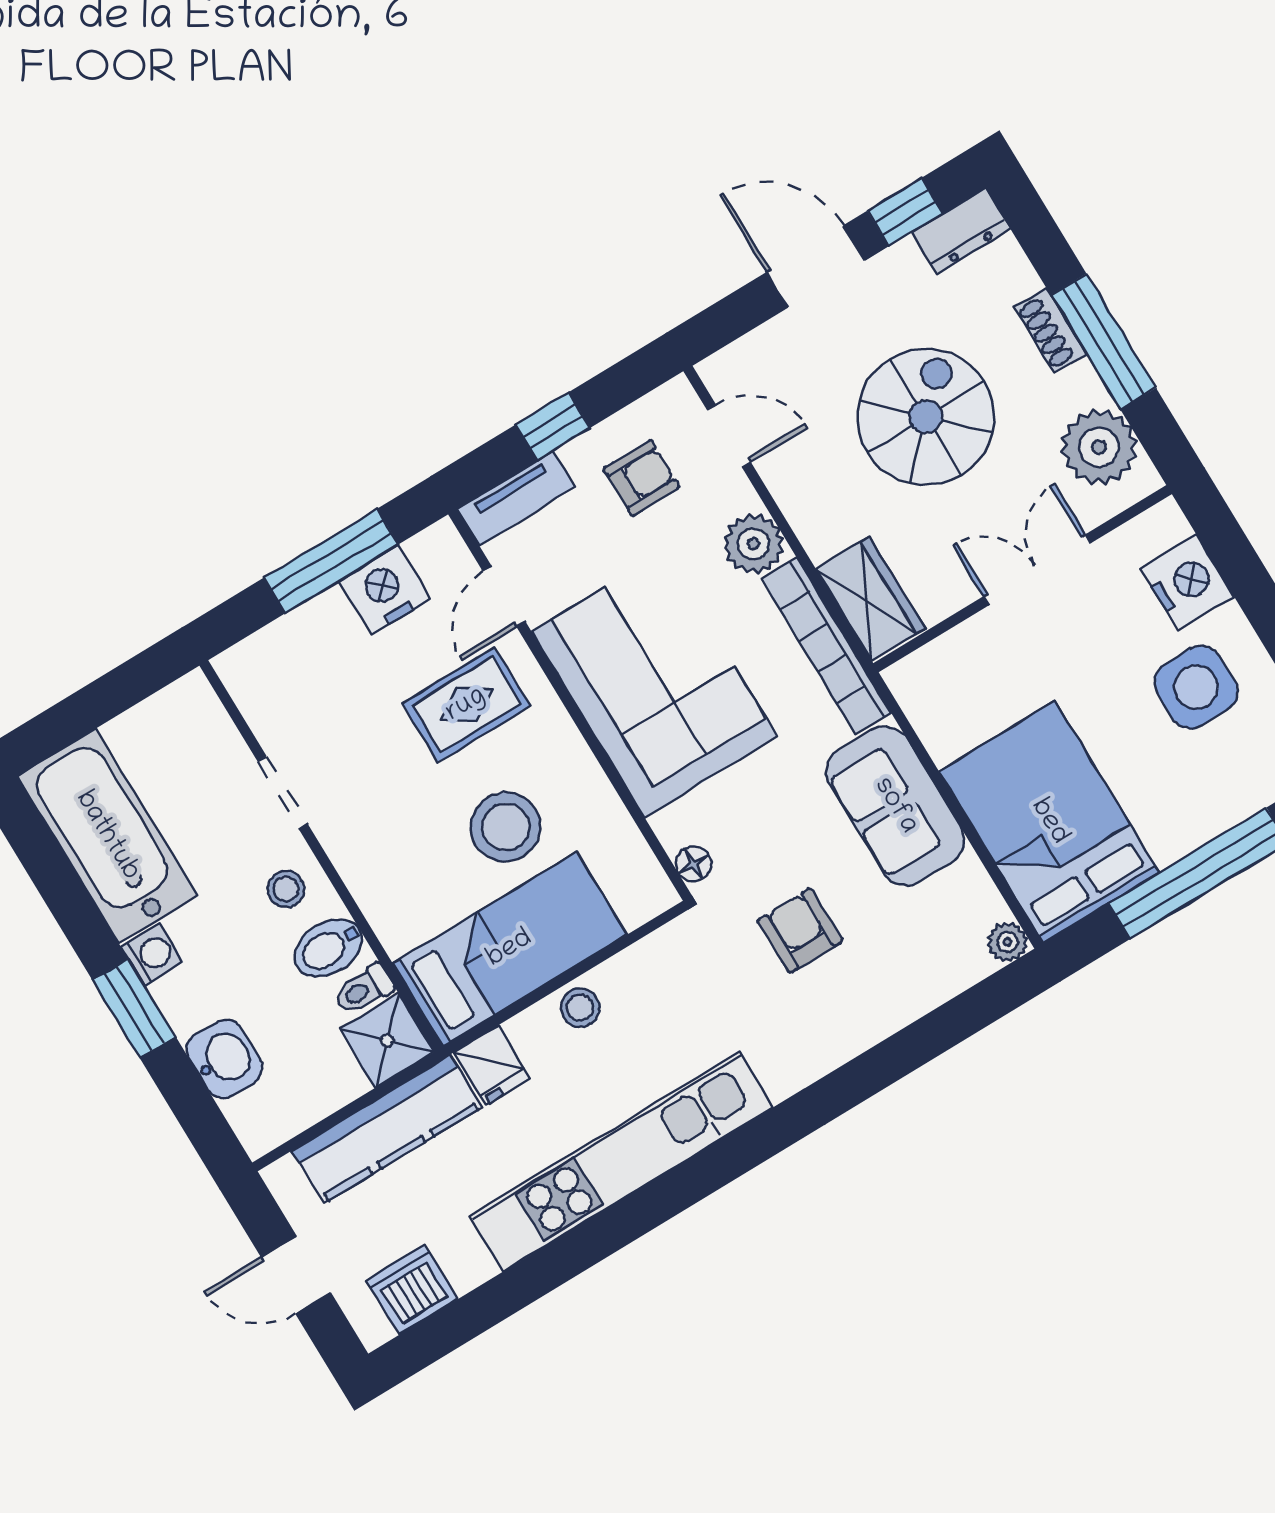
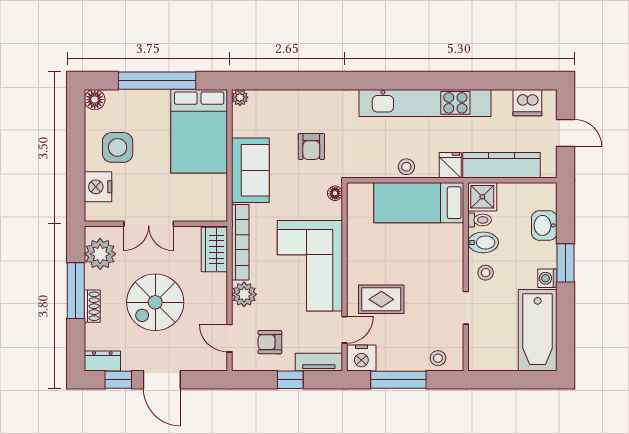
nightstand: (385, 590) -> (361, 358), moved
stool: (506, 827) -> (438, 358), moved, width x0.53, depth x0.53

